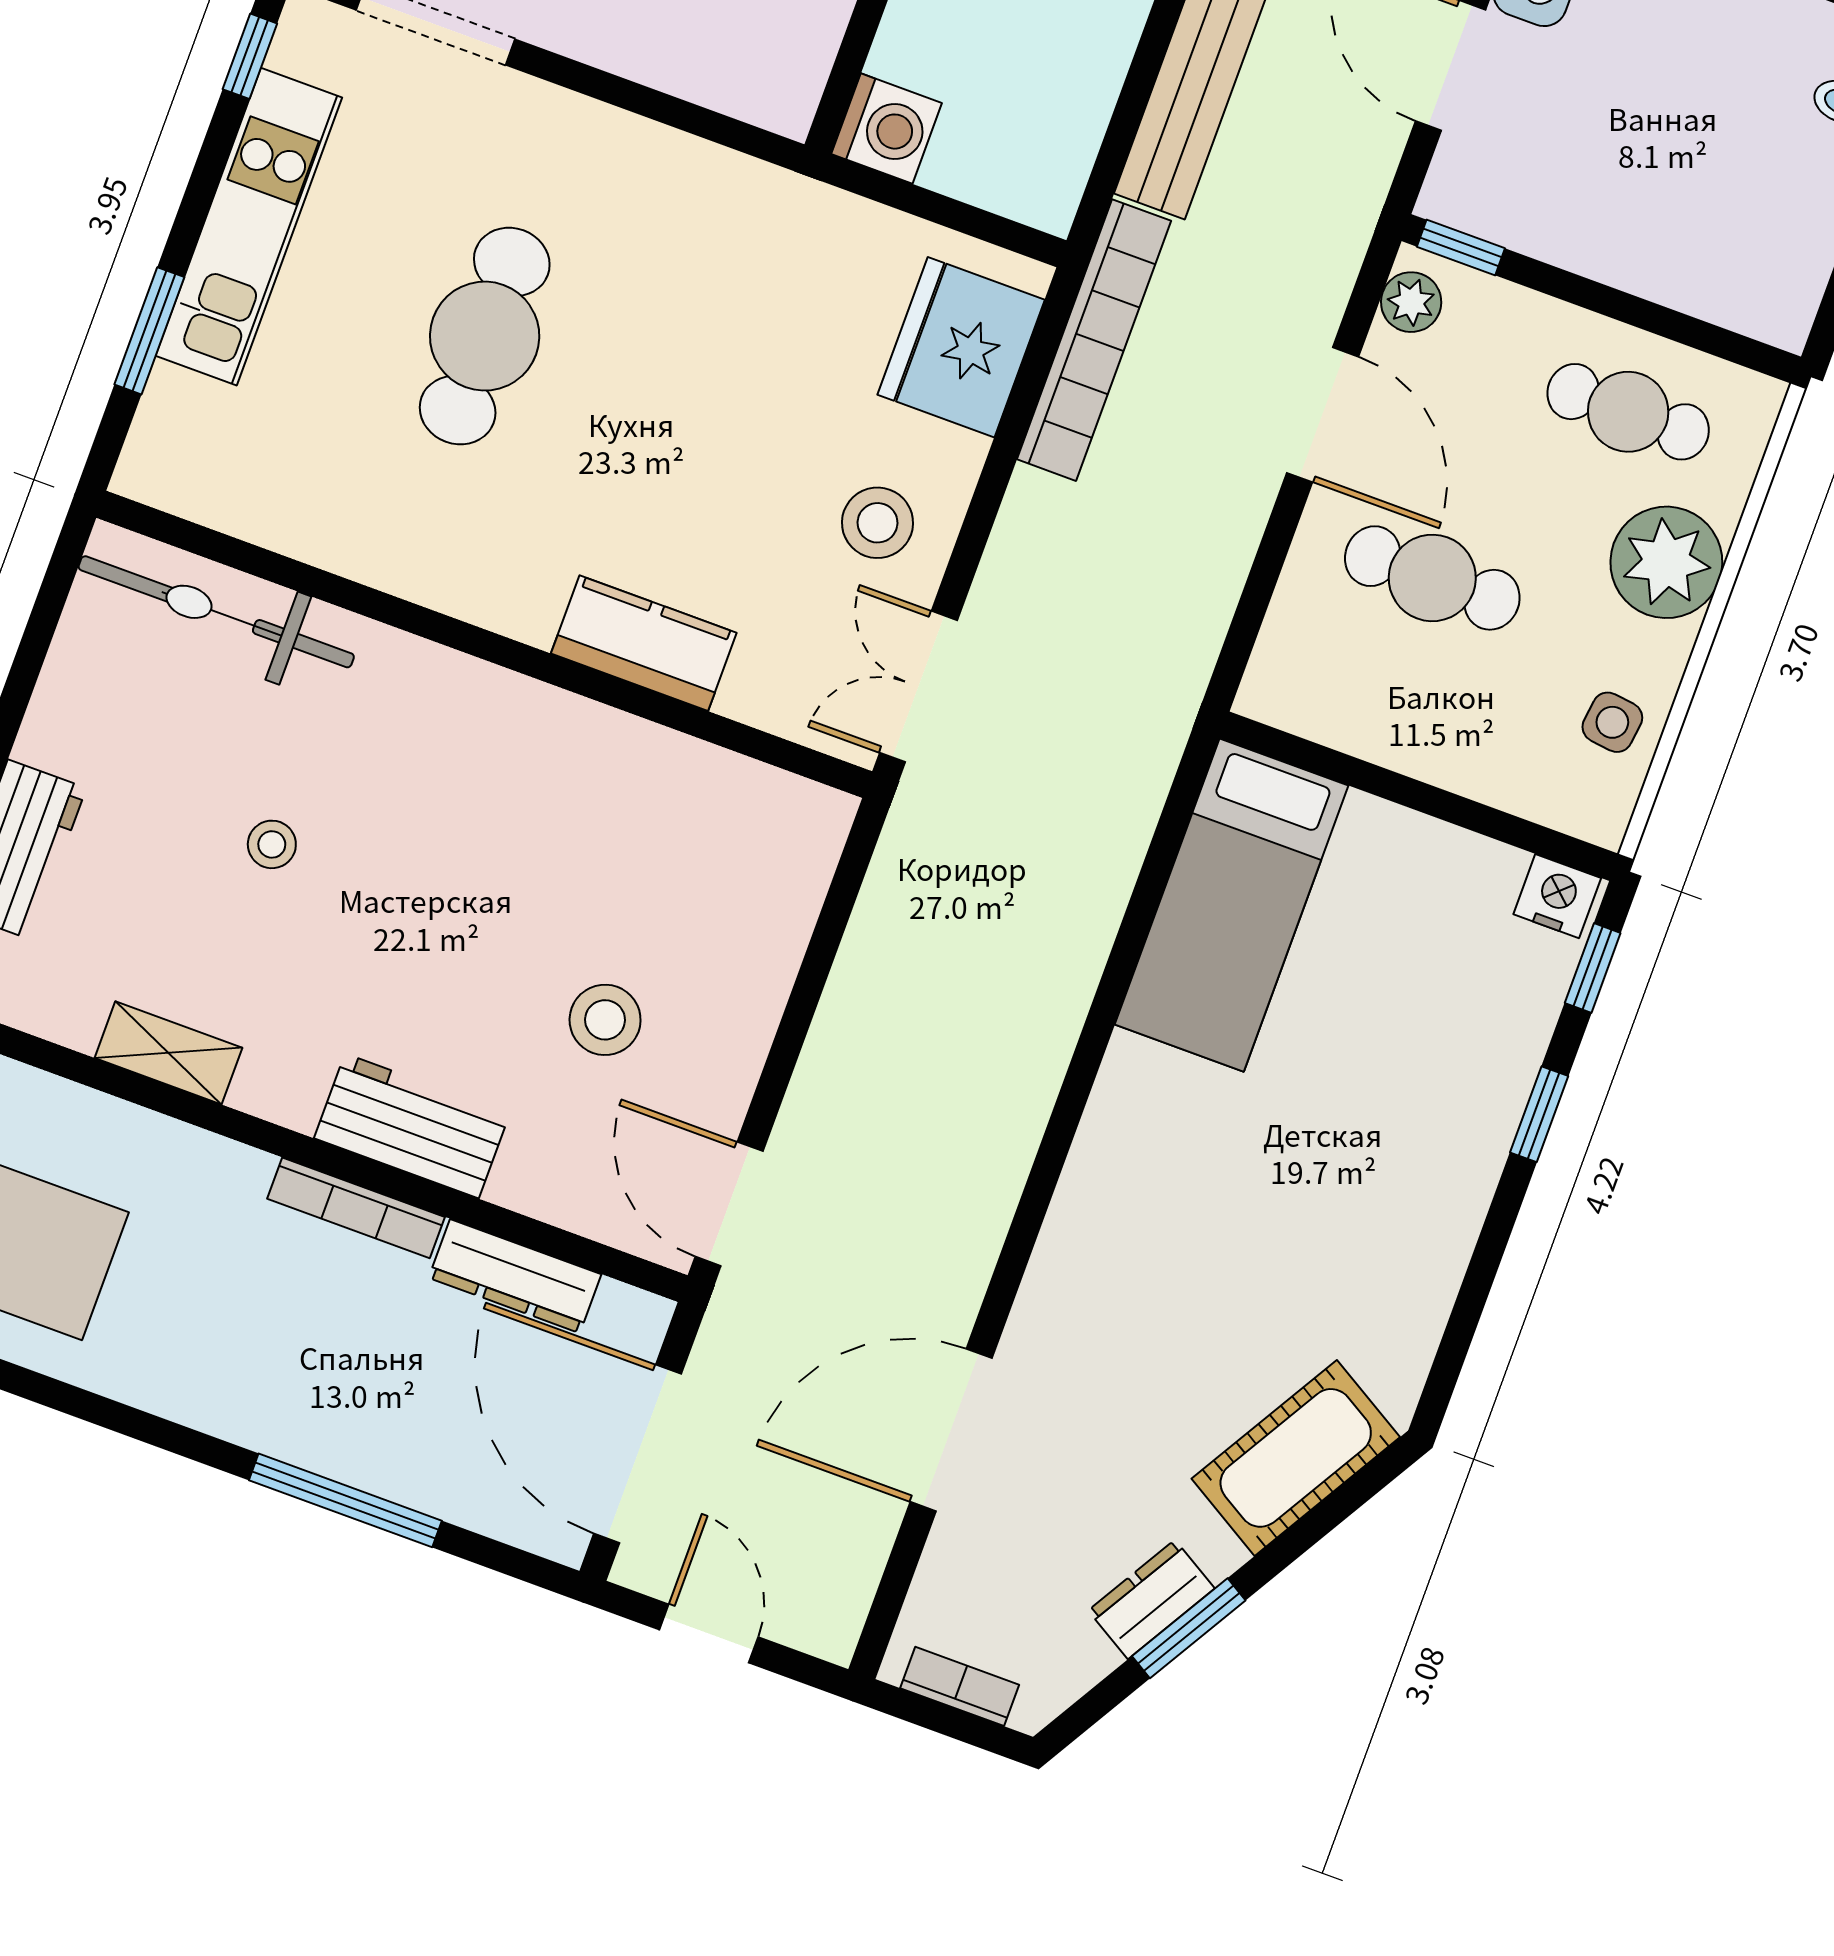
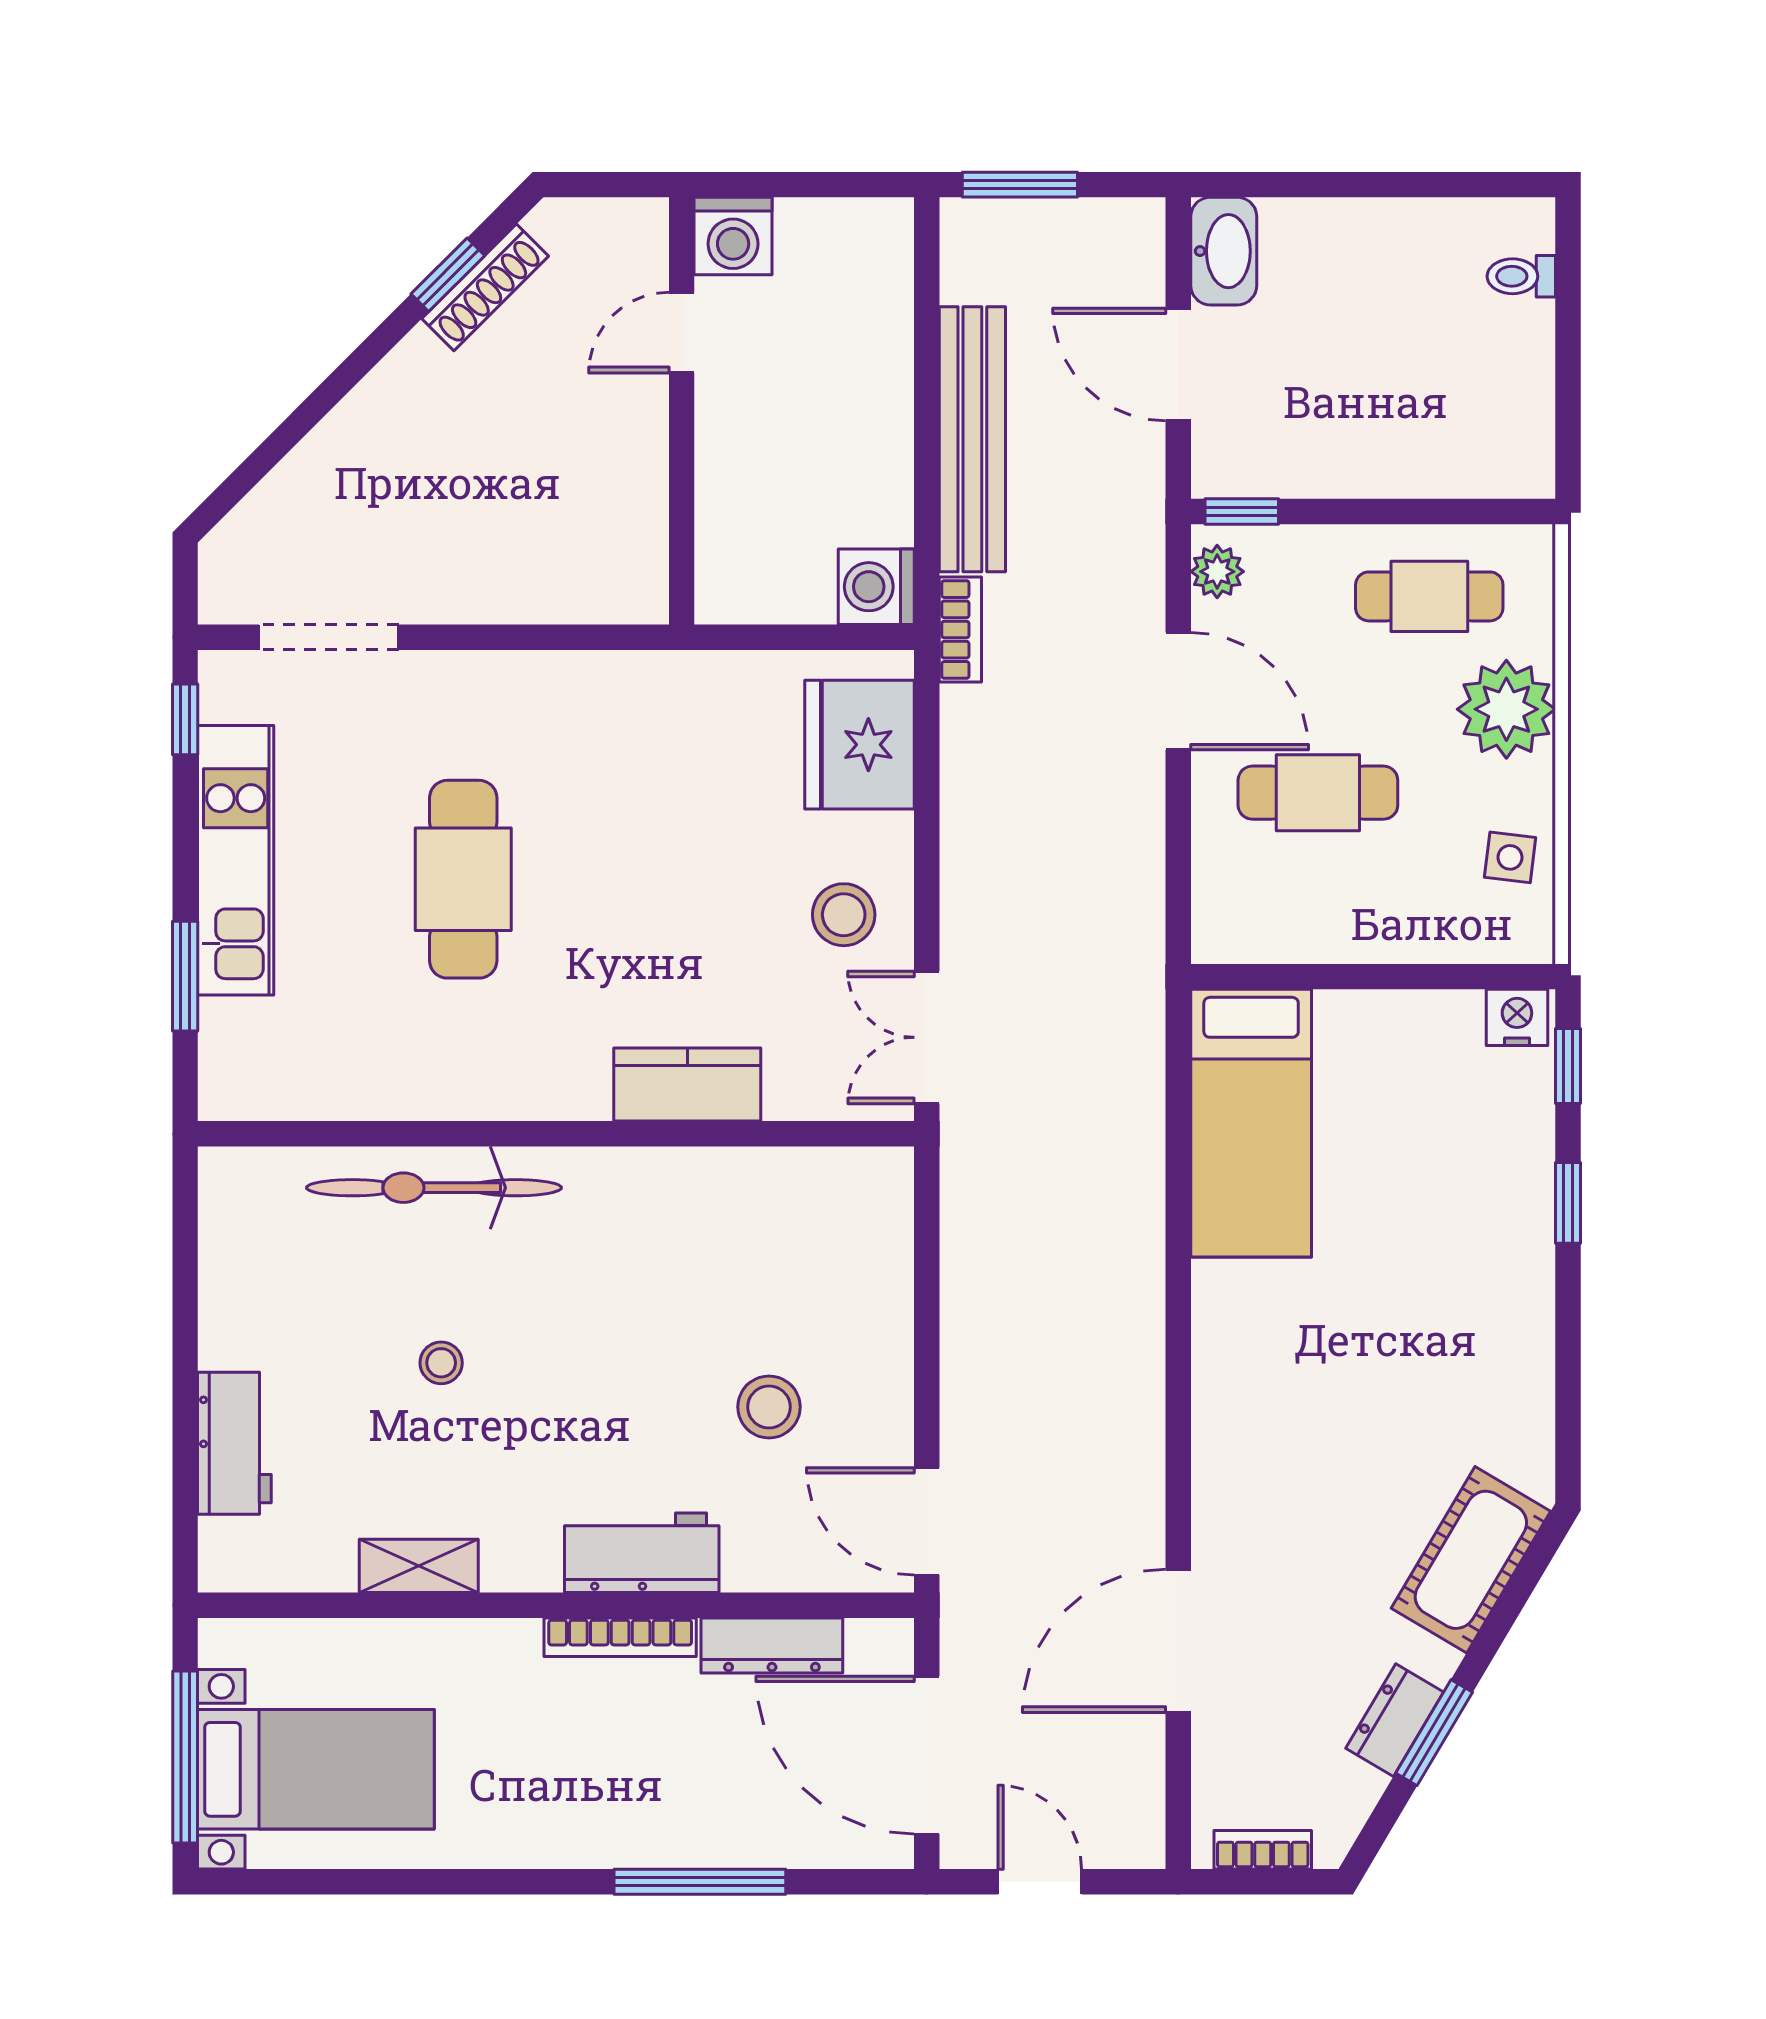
washing machine: (887, 129) -> (876, 587), moved, turned 180
bookcase: (1094, 340) -> (960, 629), width x0.43, depth x0.76
bicycle: (216, 612) -> (434, 1188), moved

